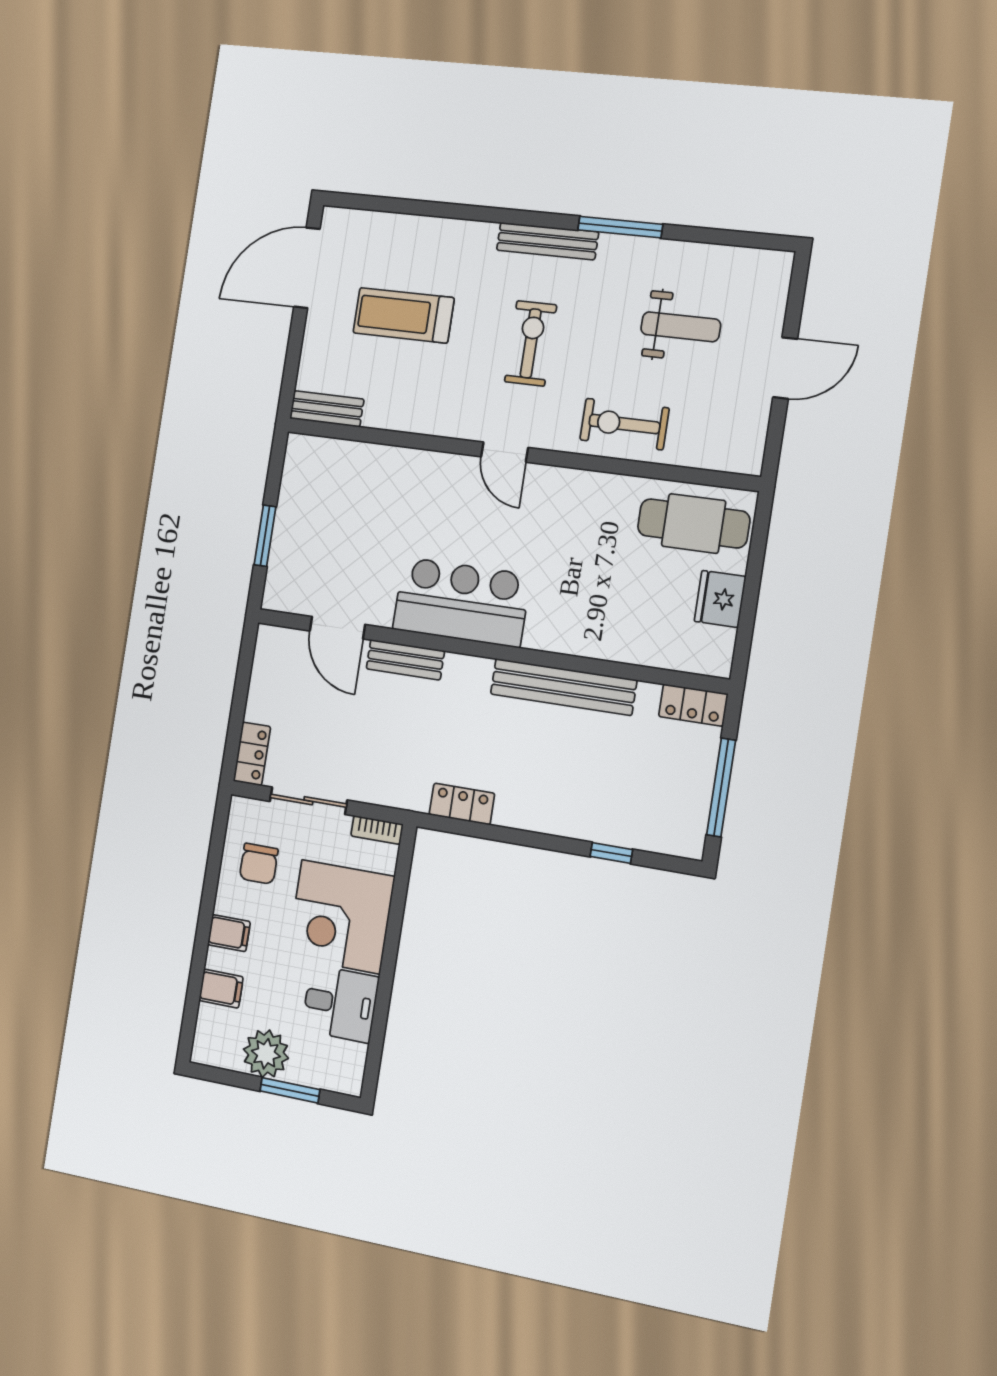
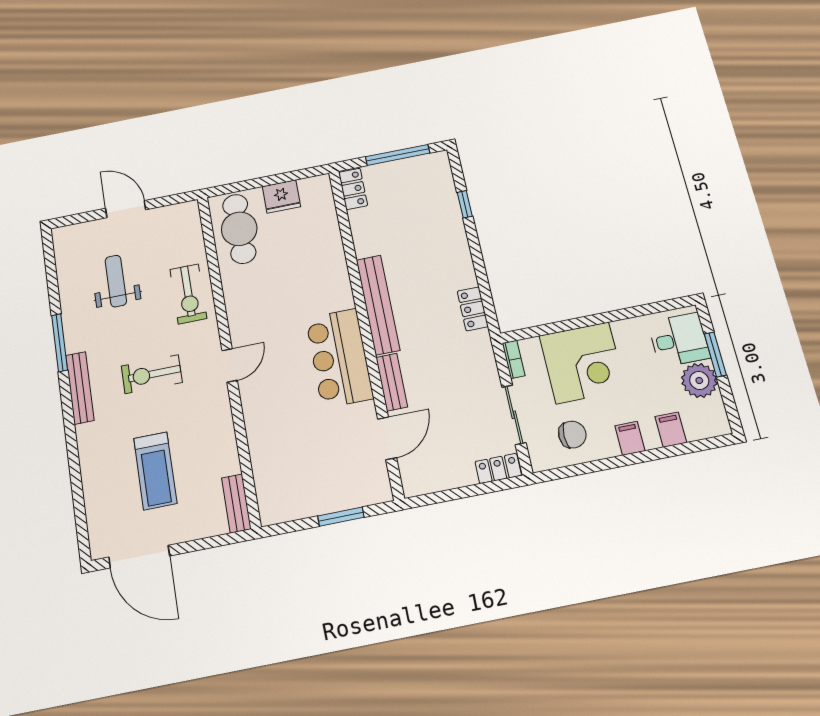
bench: (563, 687) -> (378, 305), moved
desk: (340, 1004) -> (679, 340), moved, turned 90

